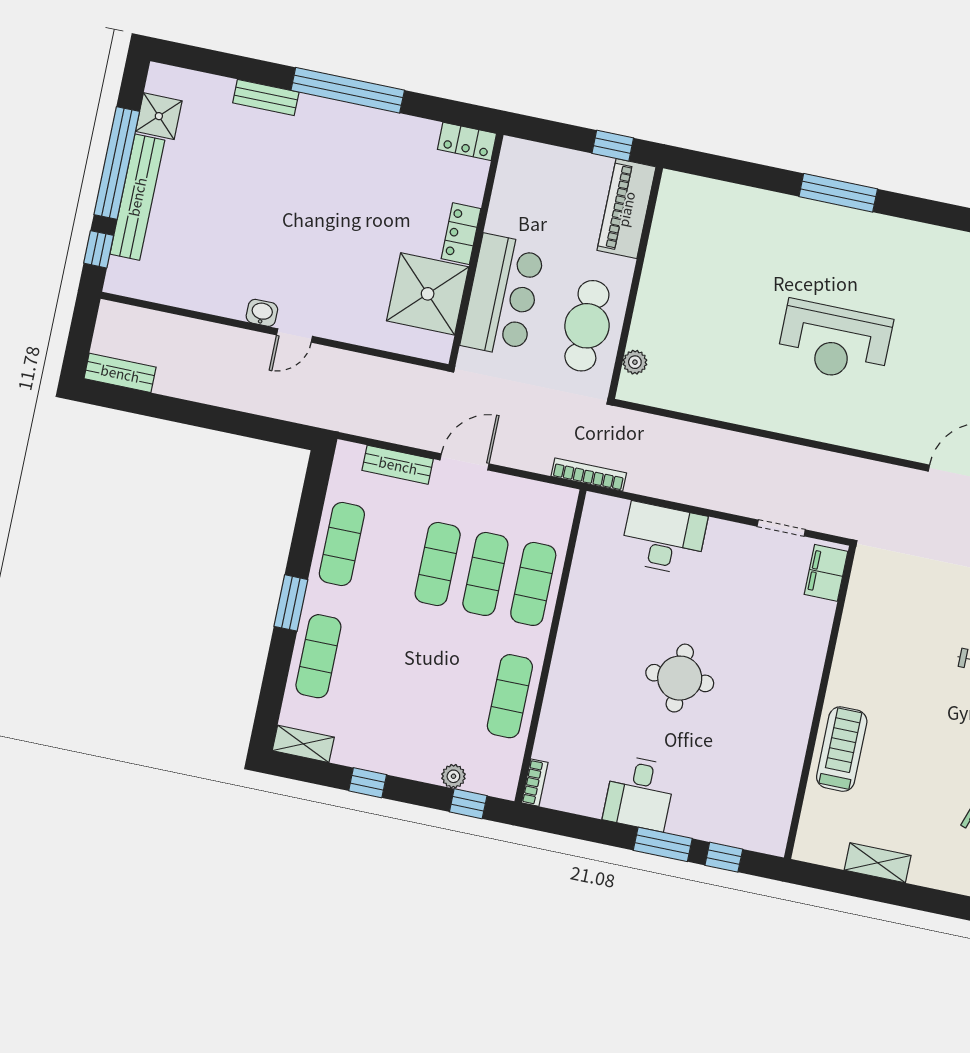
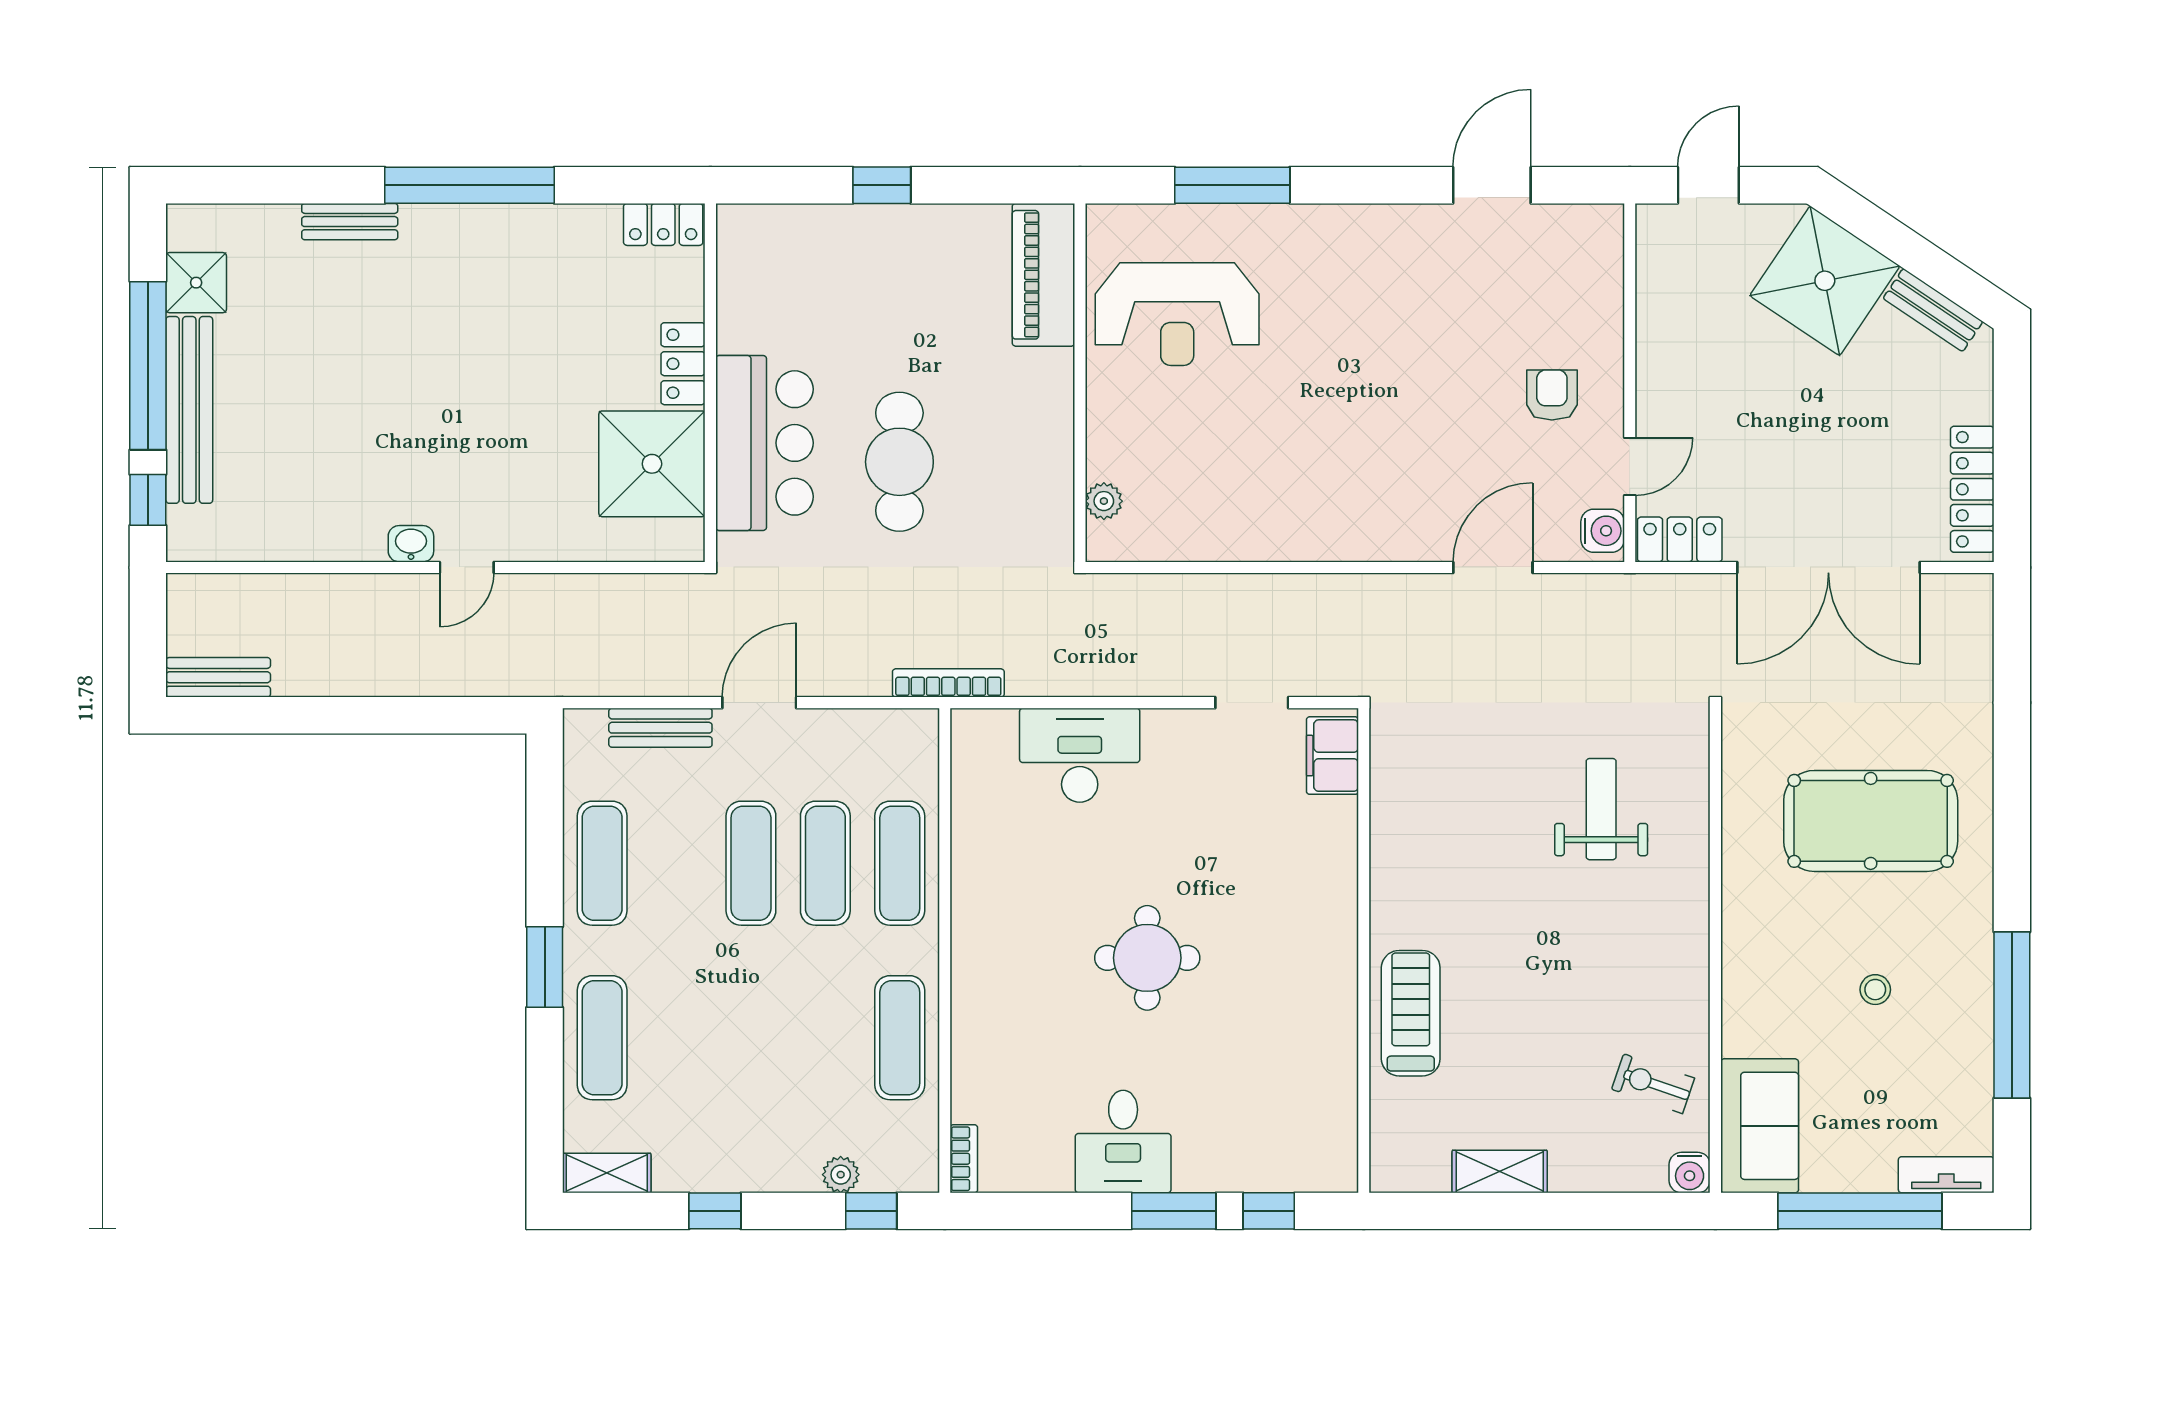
piano: (626, 209) -> (1043, 275), moved
wall: (635, 283) -> (1080, 383), moved
reception desk: (835, 342) -> (1177, 314), moved
plant: (635, 362) -> (1104, 501), moved

